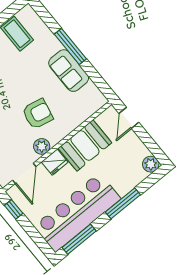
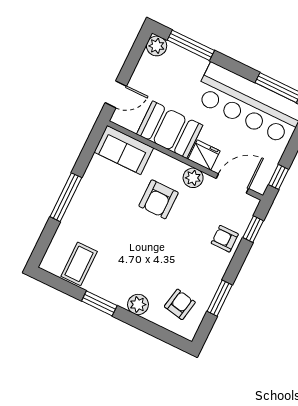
sofa: (69, 71) -> (124, 150), moved, turned 90
armchair: (38, 114) -> (159, 199), turned -102
window: (123, 203) -> (191, 45), moved

